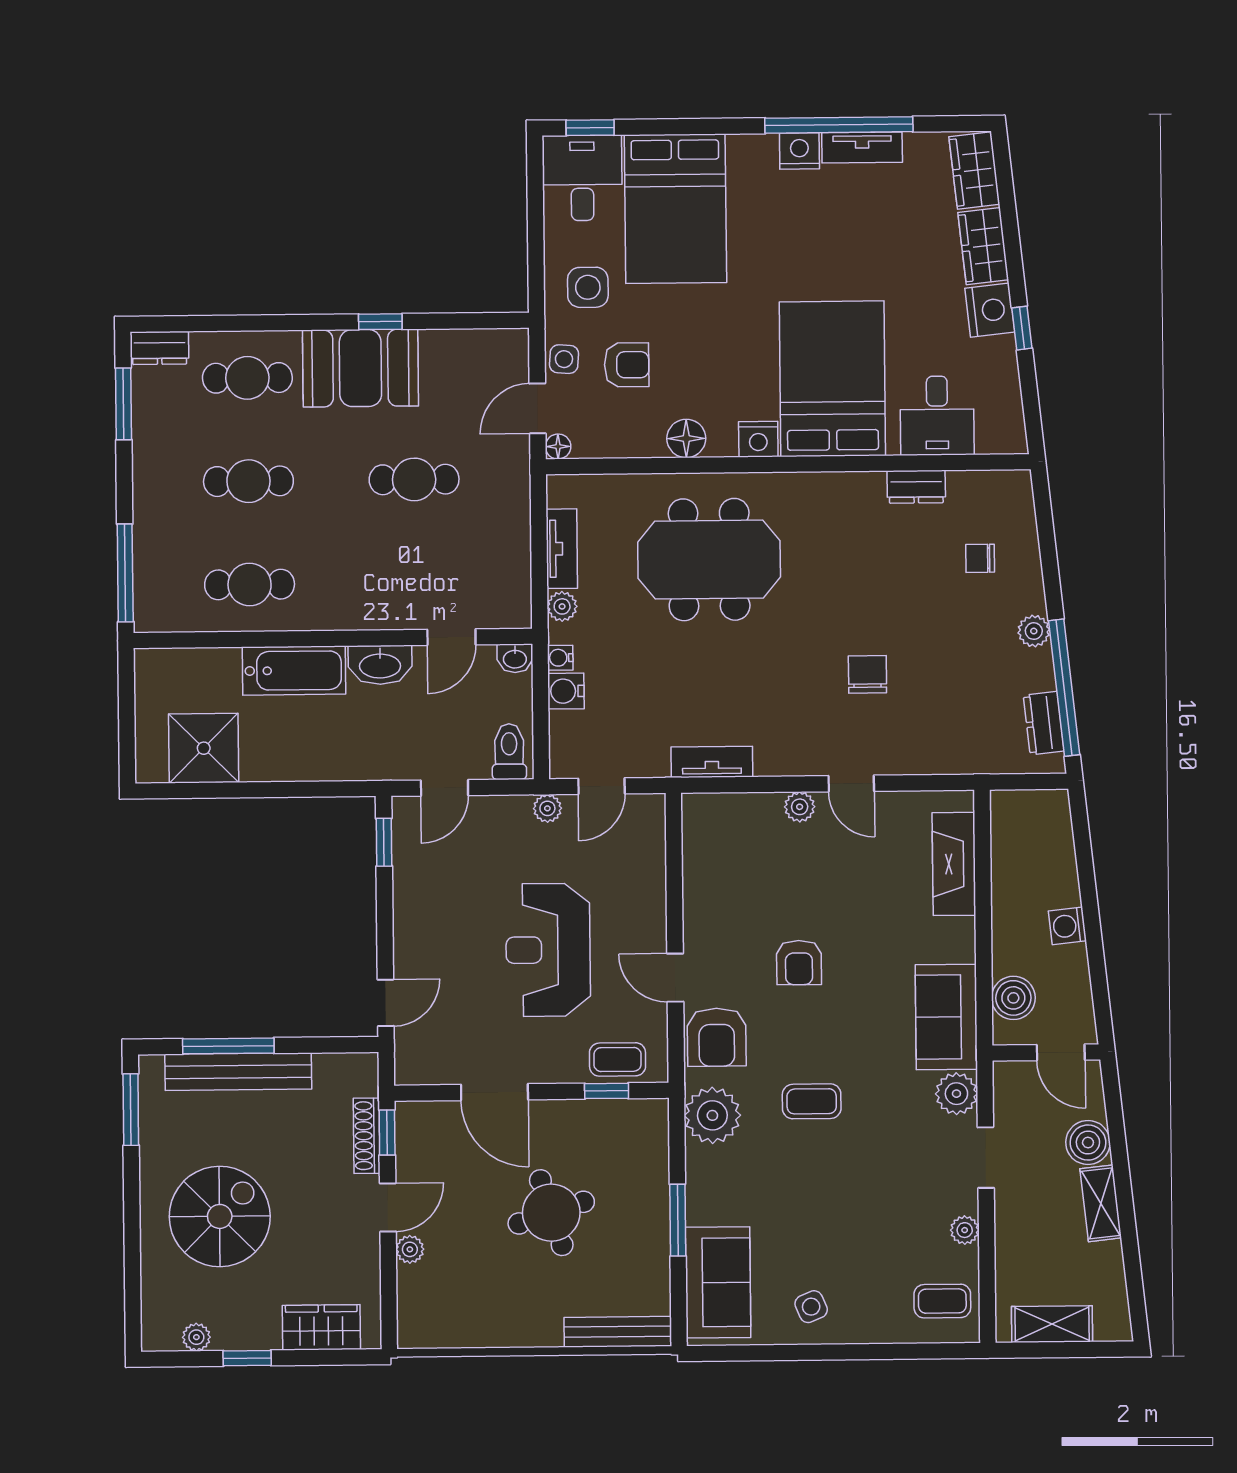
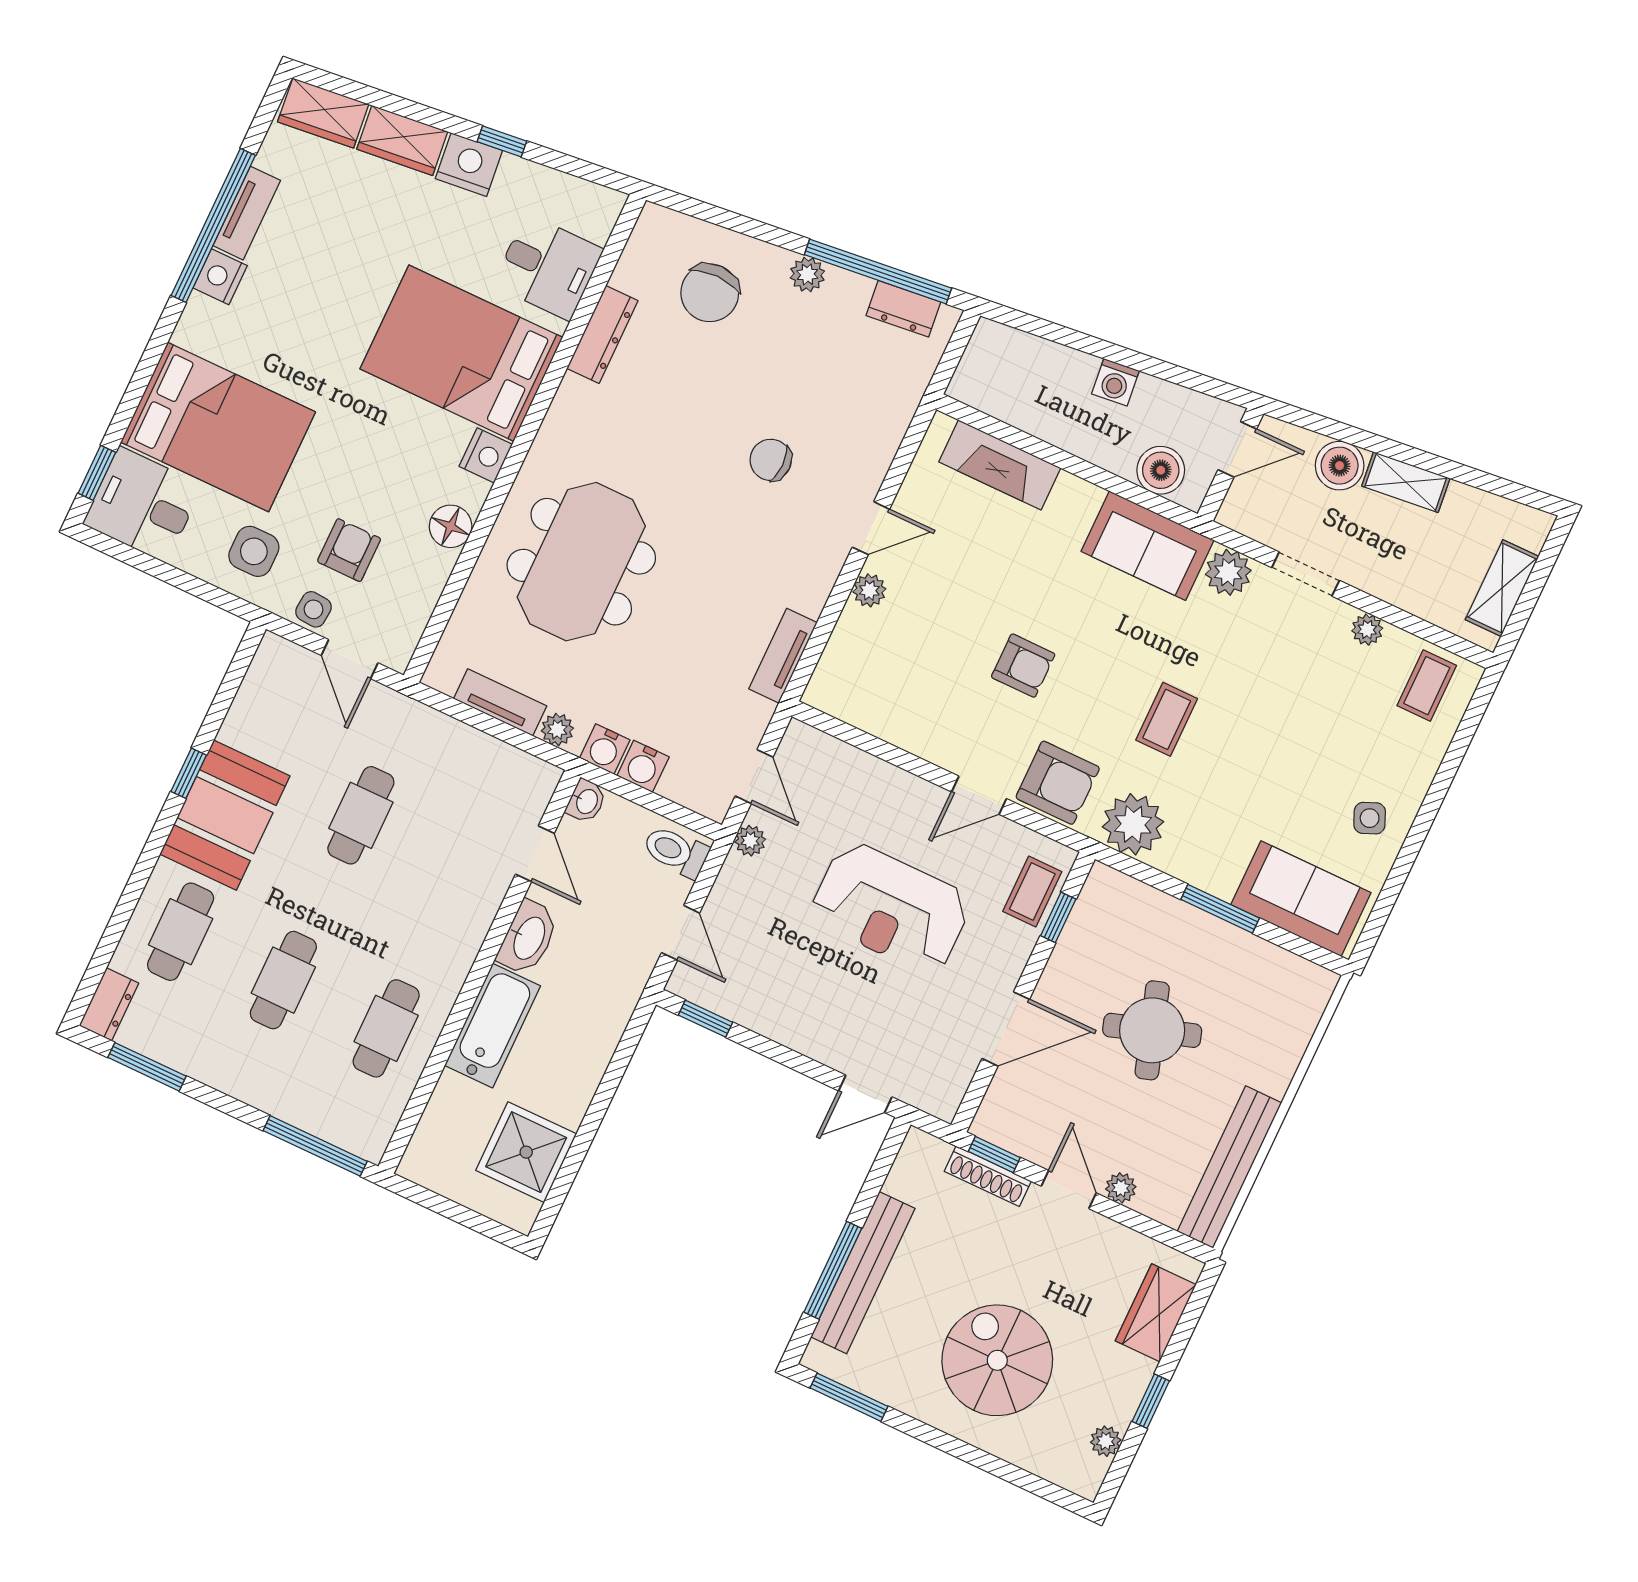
floor lamp: (558, 447) -> (397, 657), removed
dresser: (916, 487) -> (602, 334), width x1.44
chair: (980, 558) -> (710, 293), width x1.87, depth x1.87
water cooler: (560, 658) -> (605, 749), width x1.38, depth x1.38
door: (386, 1003) -> (865, 1094), swing flipped
bench: (618, 1332) -> (1229, 1167), moved, width x1.37, depth x1.21

